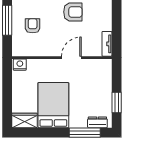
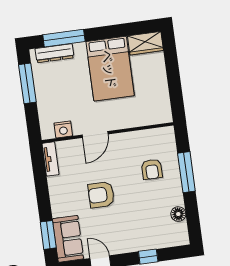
nightstand: (20, 65) -> (63, 129), moved
window: (117, 103) -> (27, 83), width x1.44
dresser: (97, 122) -> (55, 53), width x1.44

